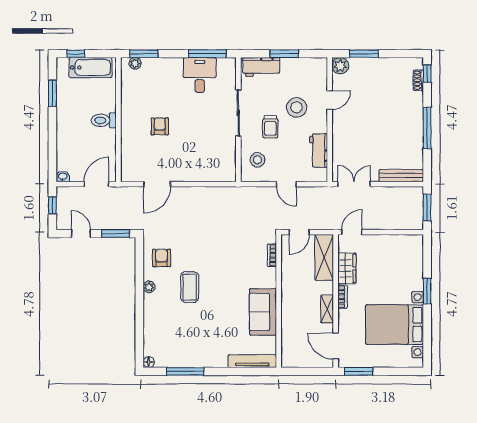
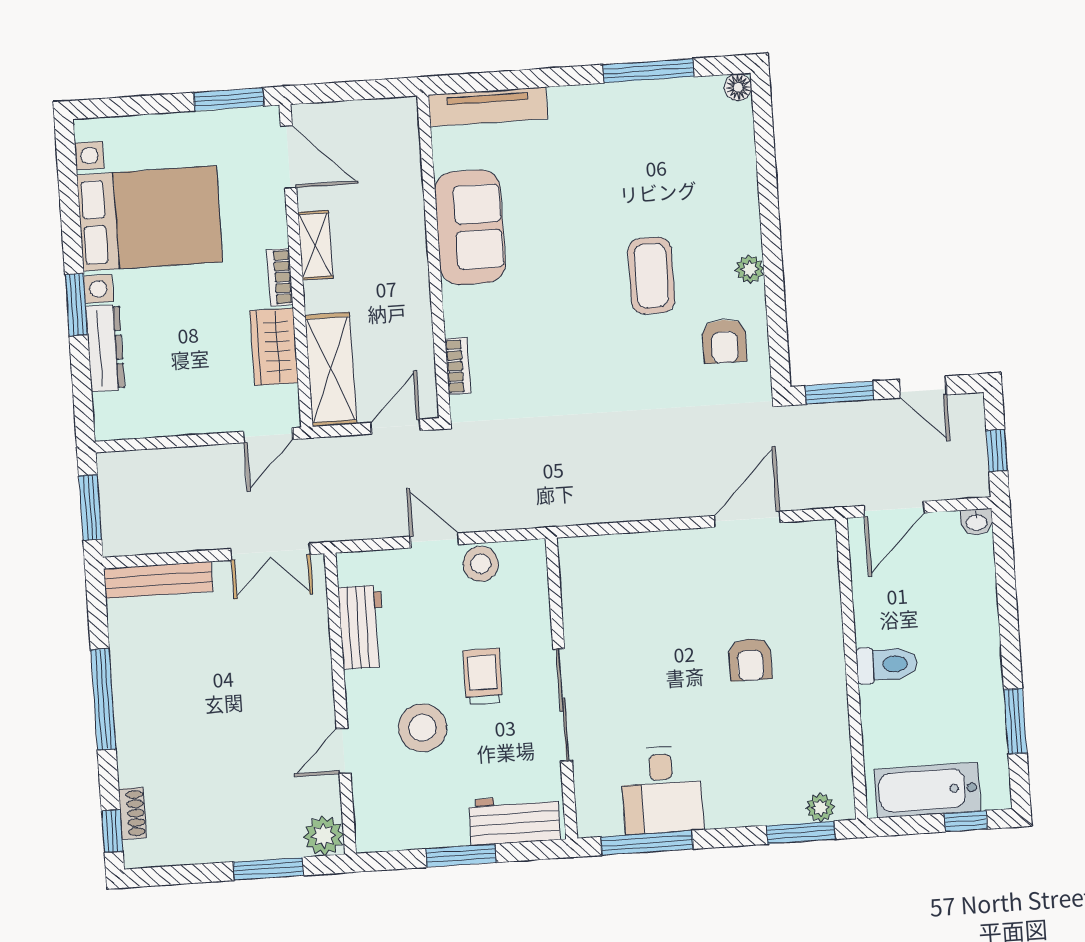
stool: (257, 160) -> (481, 564), moved
dresser: (416, 273) -> (105, 348), added

